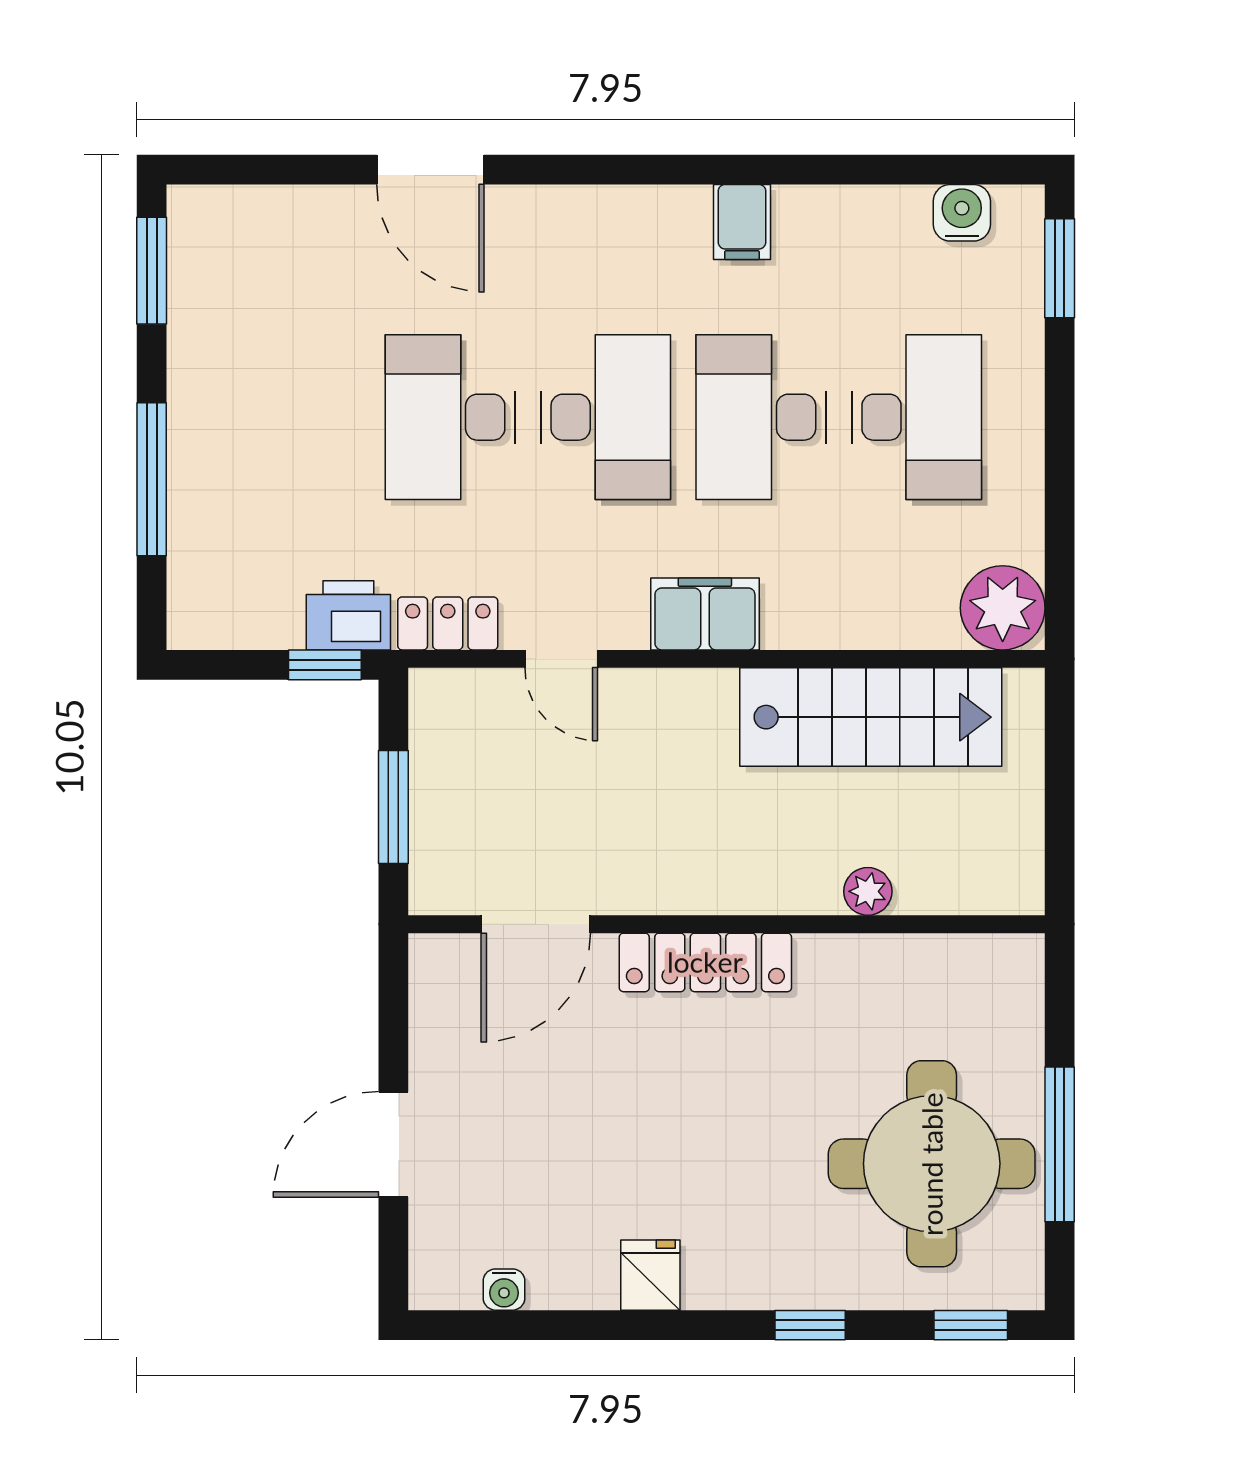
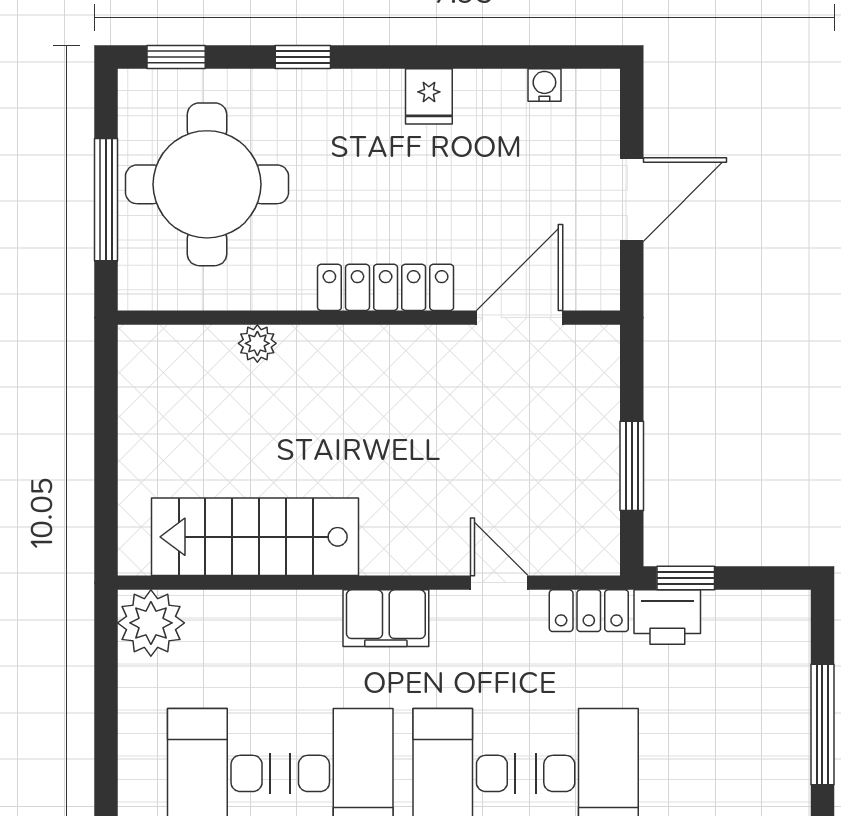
plant: (868, 891) -> (257, 343), moved
door: (536, 924) -> (519, 318), moved
wall: (726, 924) -> (369, 318), moved
locker: (705, 962) -> (386, 287), moved

